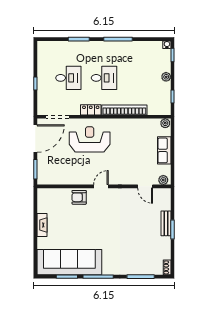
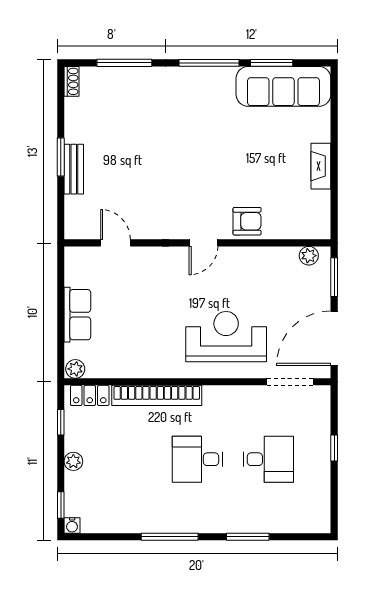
desk: (68, 78) -> (268, 459), turned 180
locker: (91, 110) -> (90, 395), moved
reception desk: (90, 139) -> (226, 337), turned 180
plant: (163, 180) -> (309, 256), moved
sofa: (69, 262) -> (283, 86), width x0.74, depth x0.79

